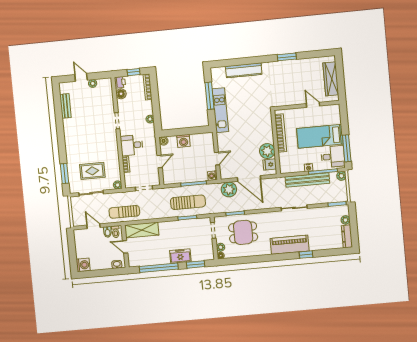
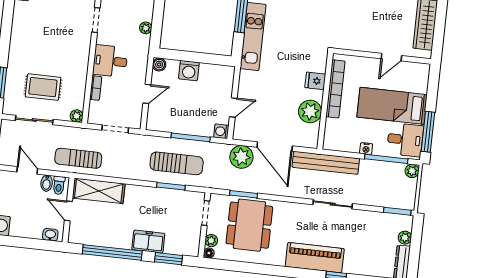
door: (313, 105) -> (391, 57), swing flipped
fridge: (270, 165) -> (315, 81), moved
bench: (307, 180) -> (326, 163), moved
dining table: (243, 232) -> (249, 225), width x1.38

